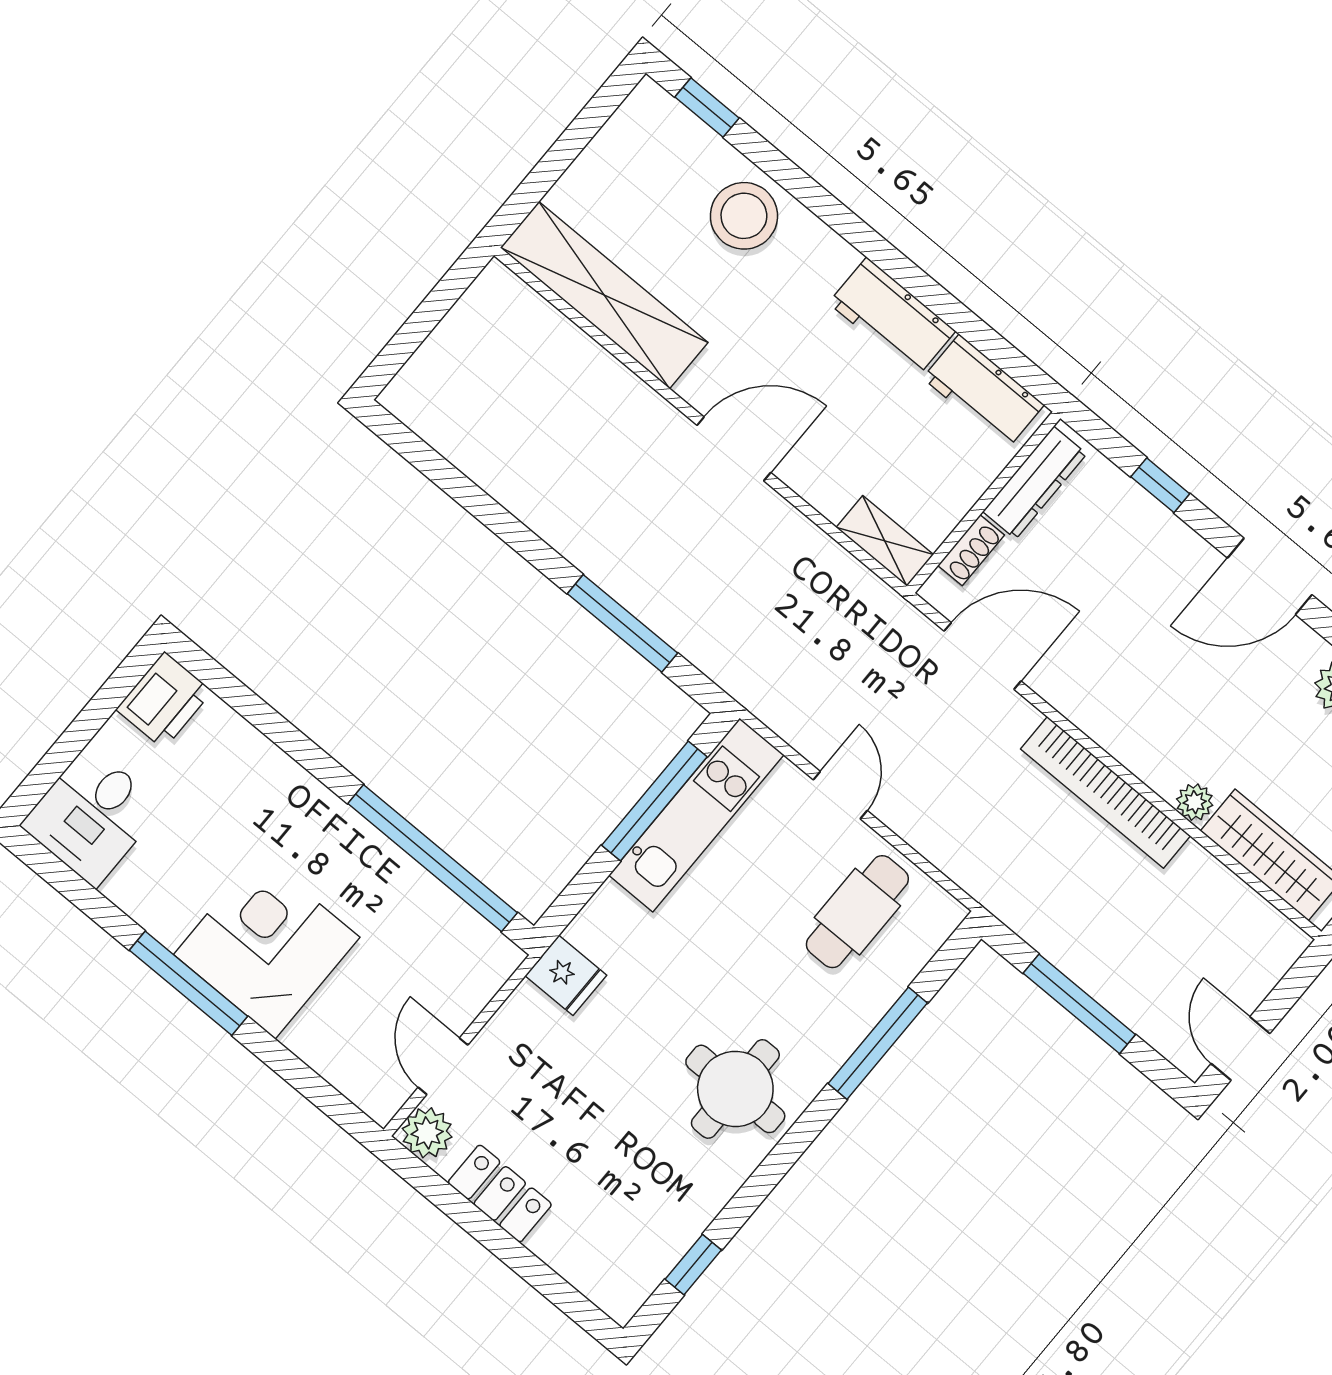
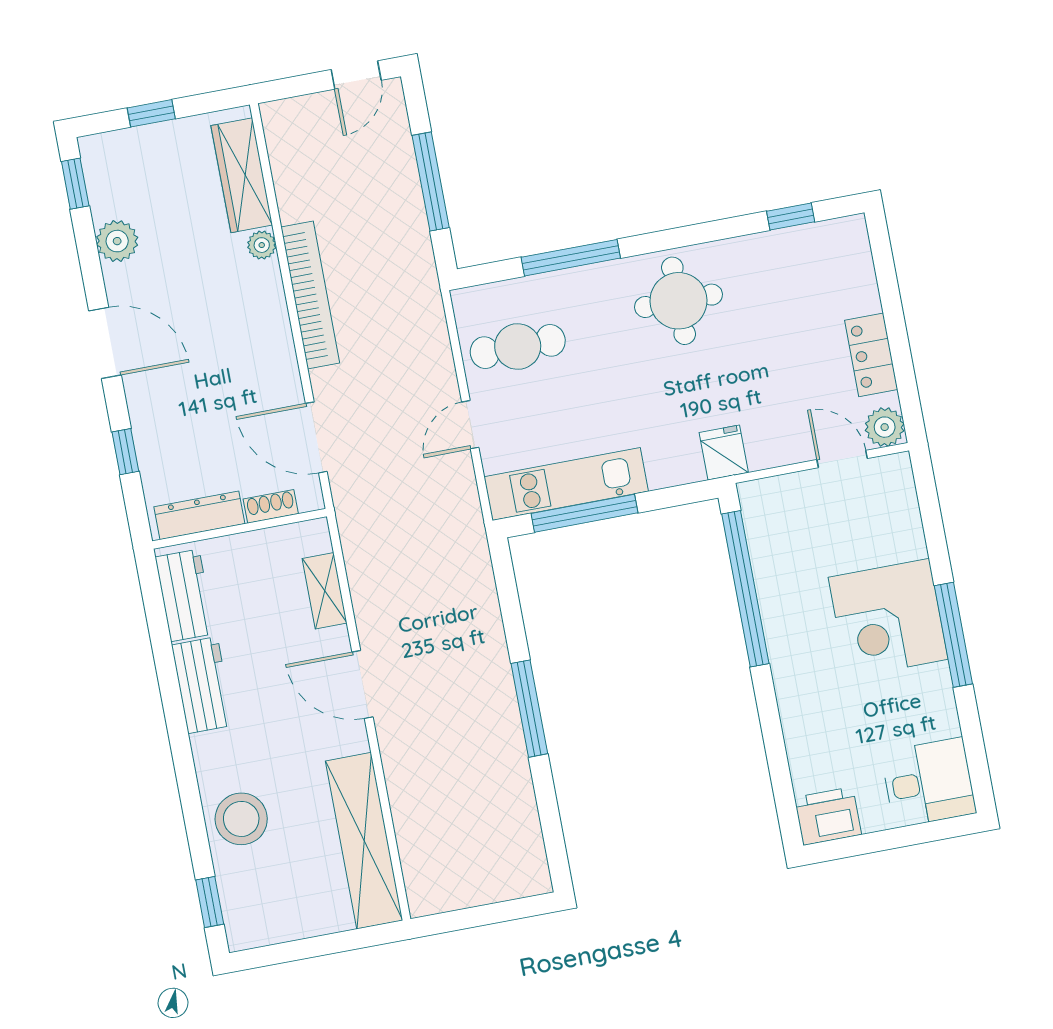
shelving: (885, 541) -> (325, 591), moved
window: (623, 623) -> (529, 709), moved
door: (443, 1066) -> (842, 459), swing flipped

